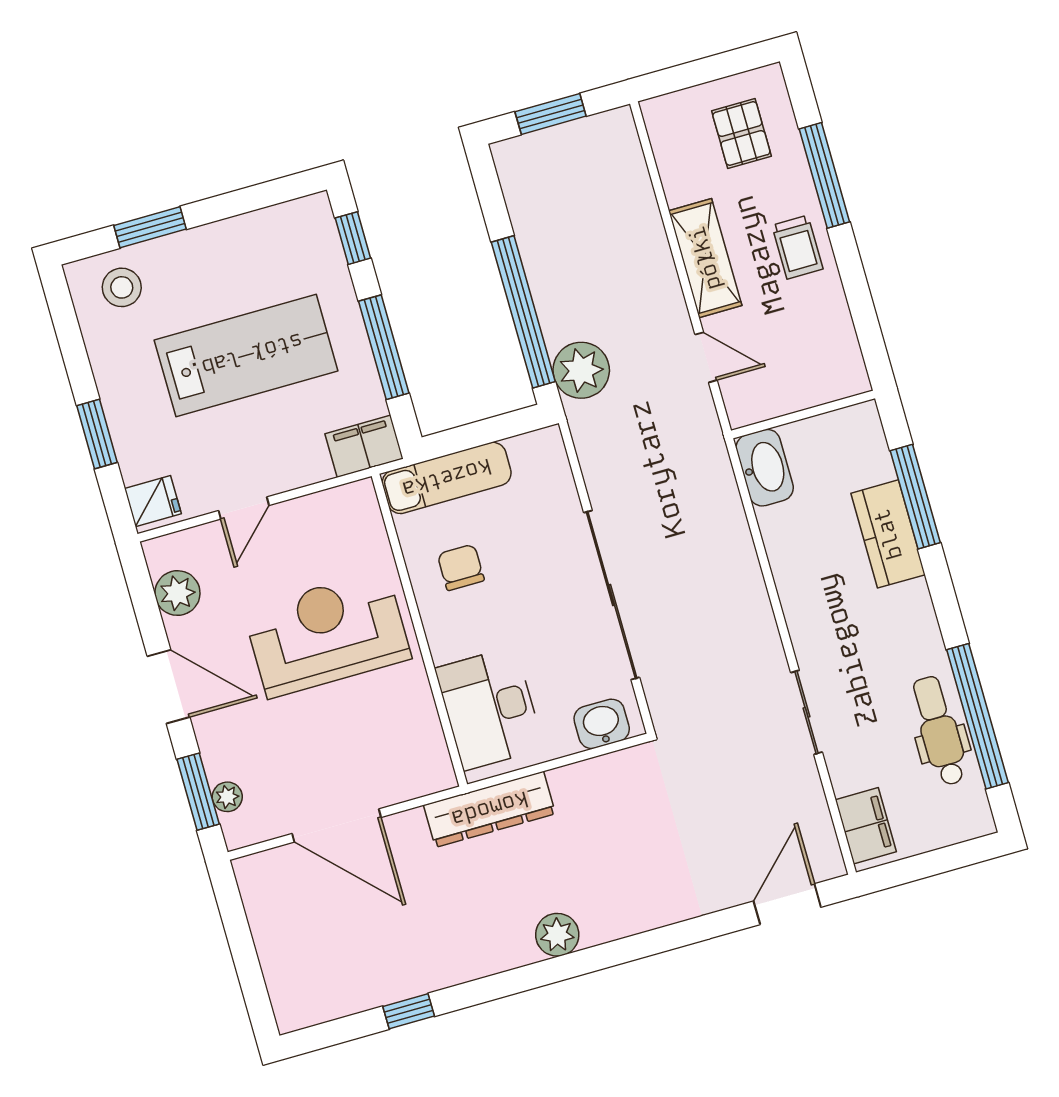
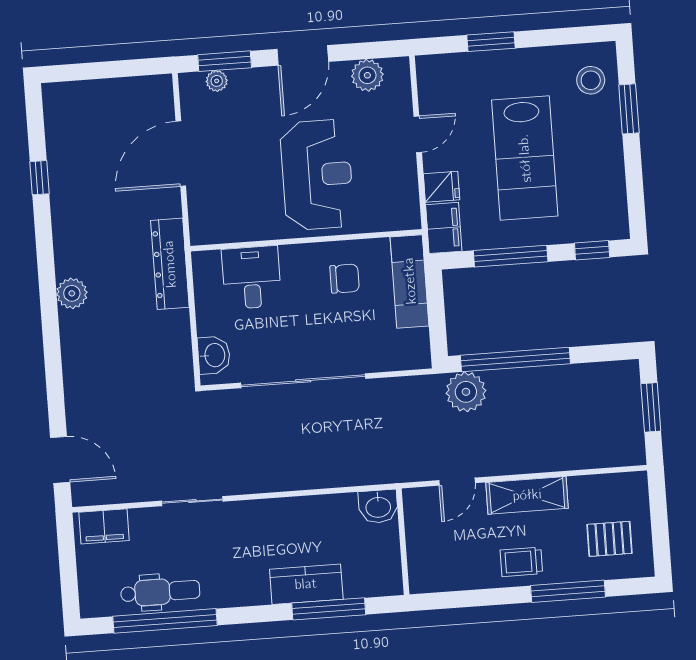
washbasin: (765, 468) -> (378, 506), width x0.72
fridge: (153, 501) -> (442, 187), moved, turned -90
door: (244, 508) -> (418, 134), swing flipped
desk: (489, 708) -> (251, 278), width x0.73

